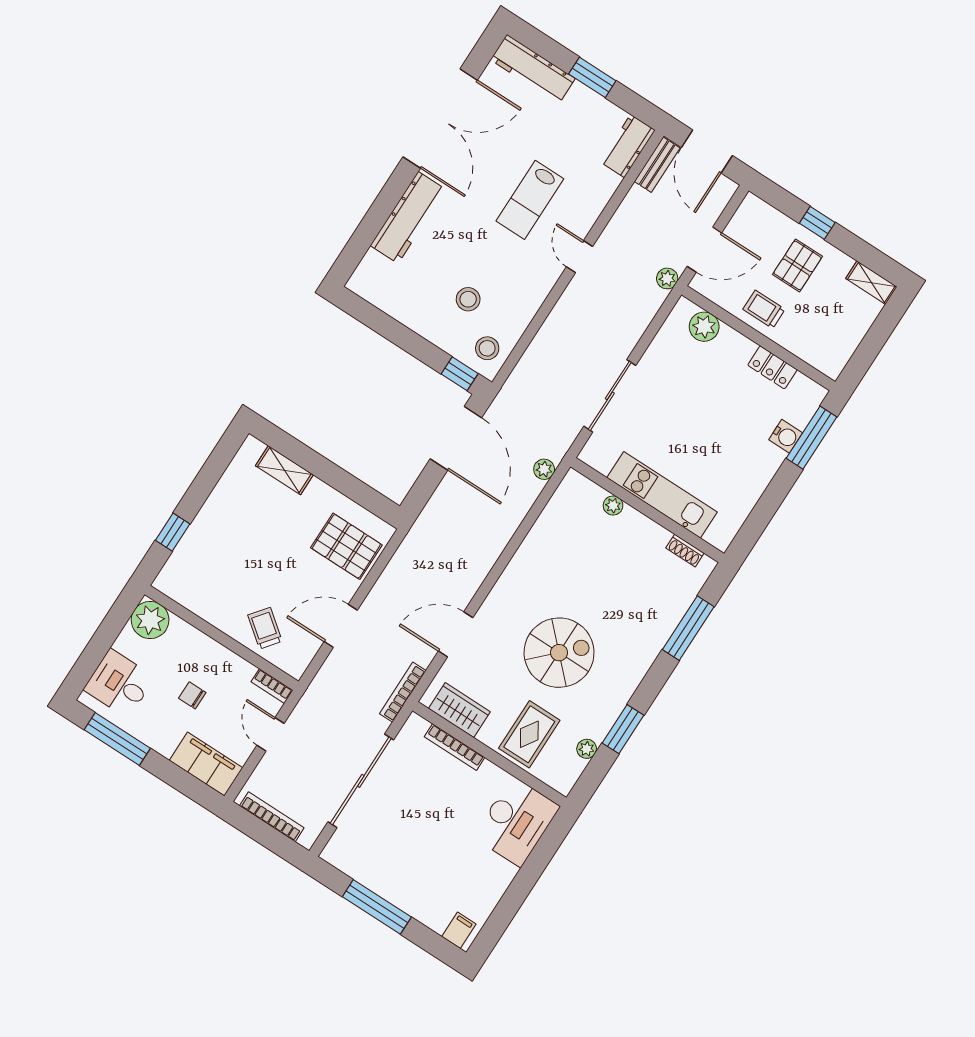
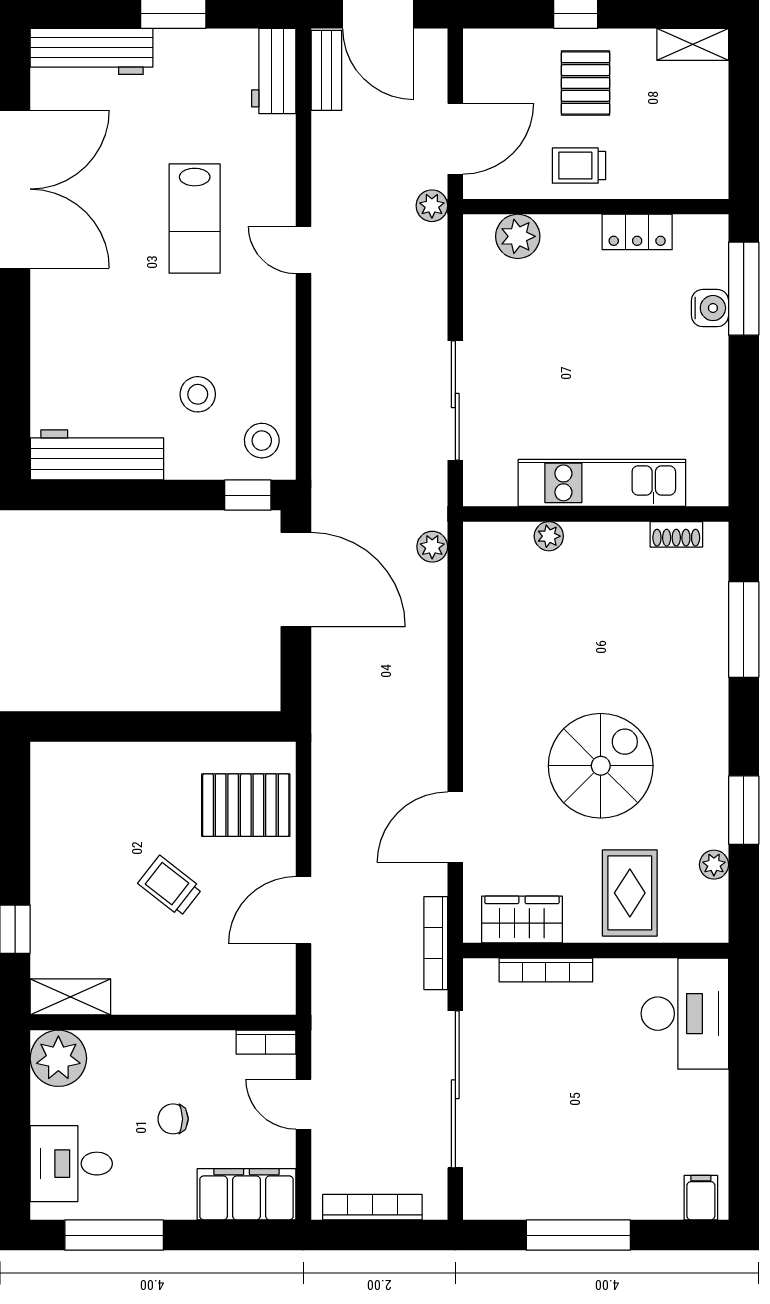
workbench: (408, 217) -> (97, 455), moved, turned -90
shelving: (284, 470) -> (70, 997), moved
trolley: (265, 628) -> (170, 886), moved

